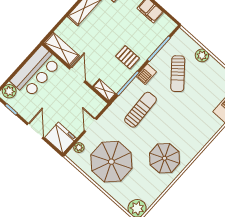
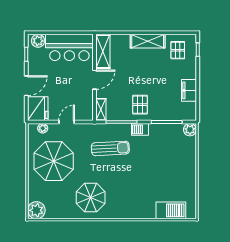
plant: (202, 55) -> (190, 130), moved
sun lounger: (178, 74) -> (161, 152), removed

